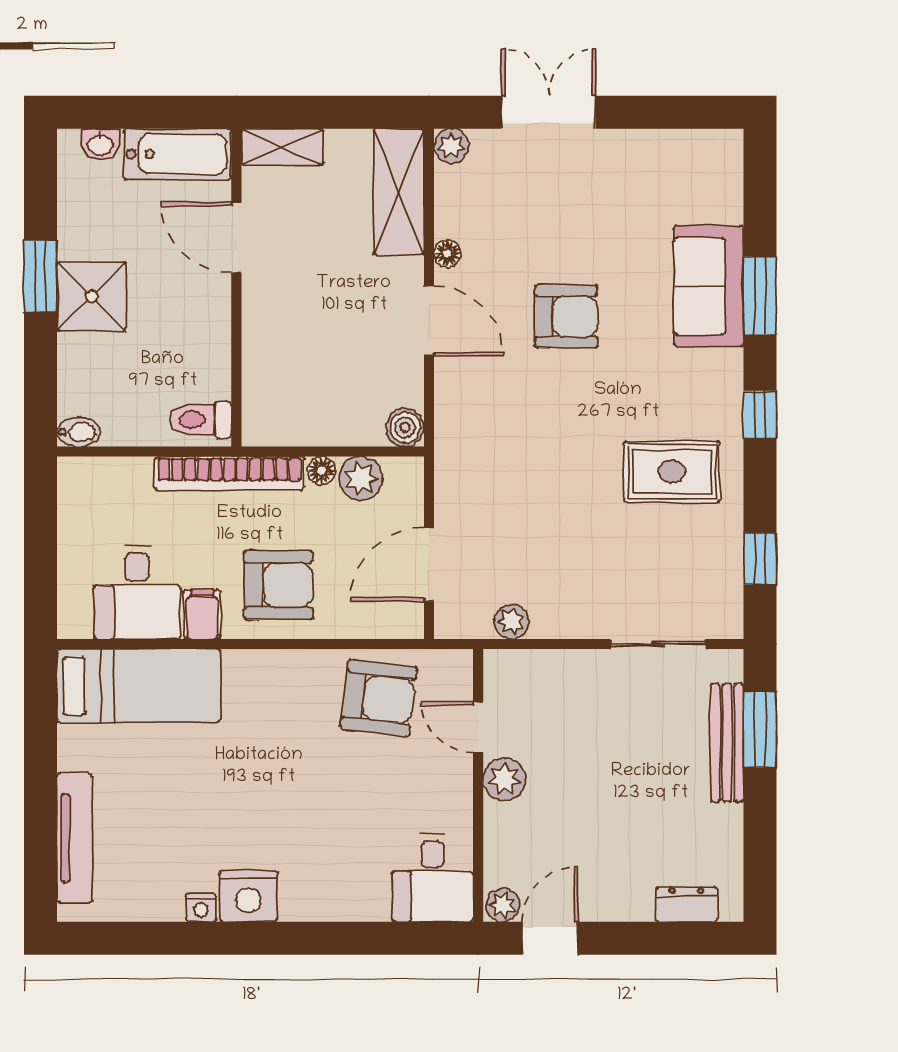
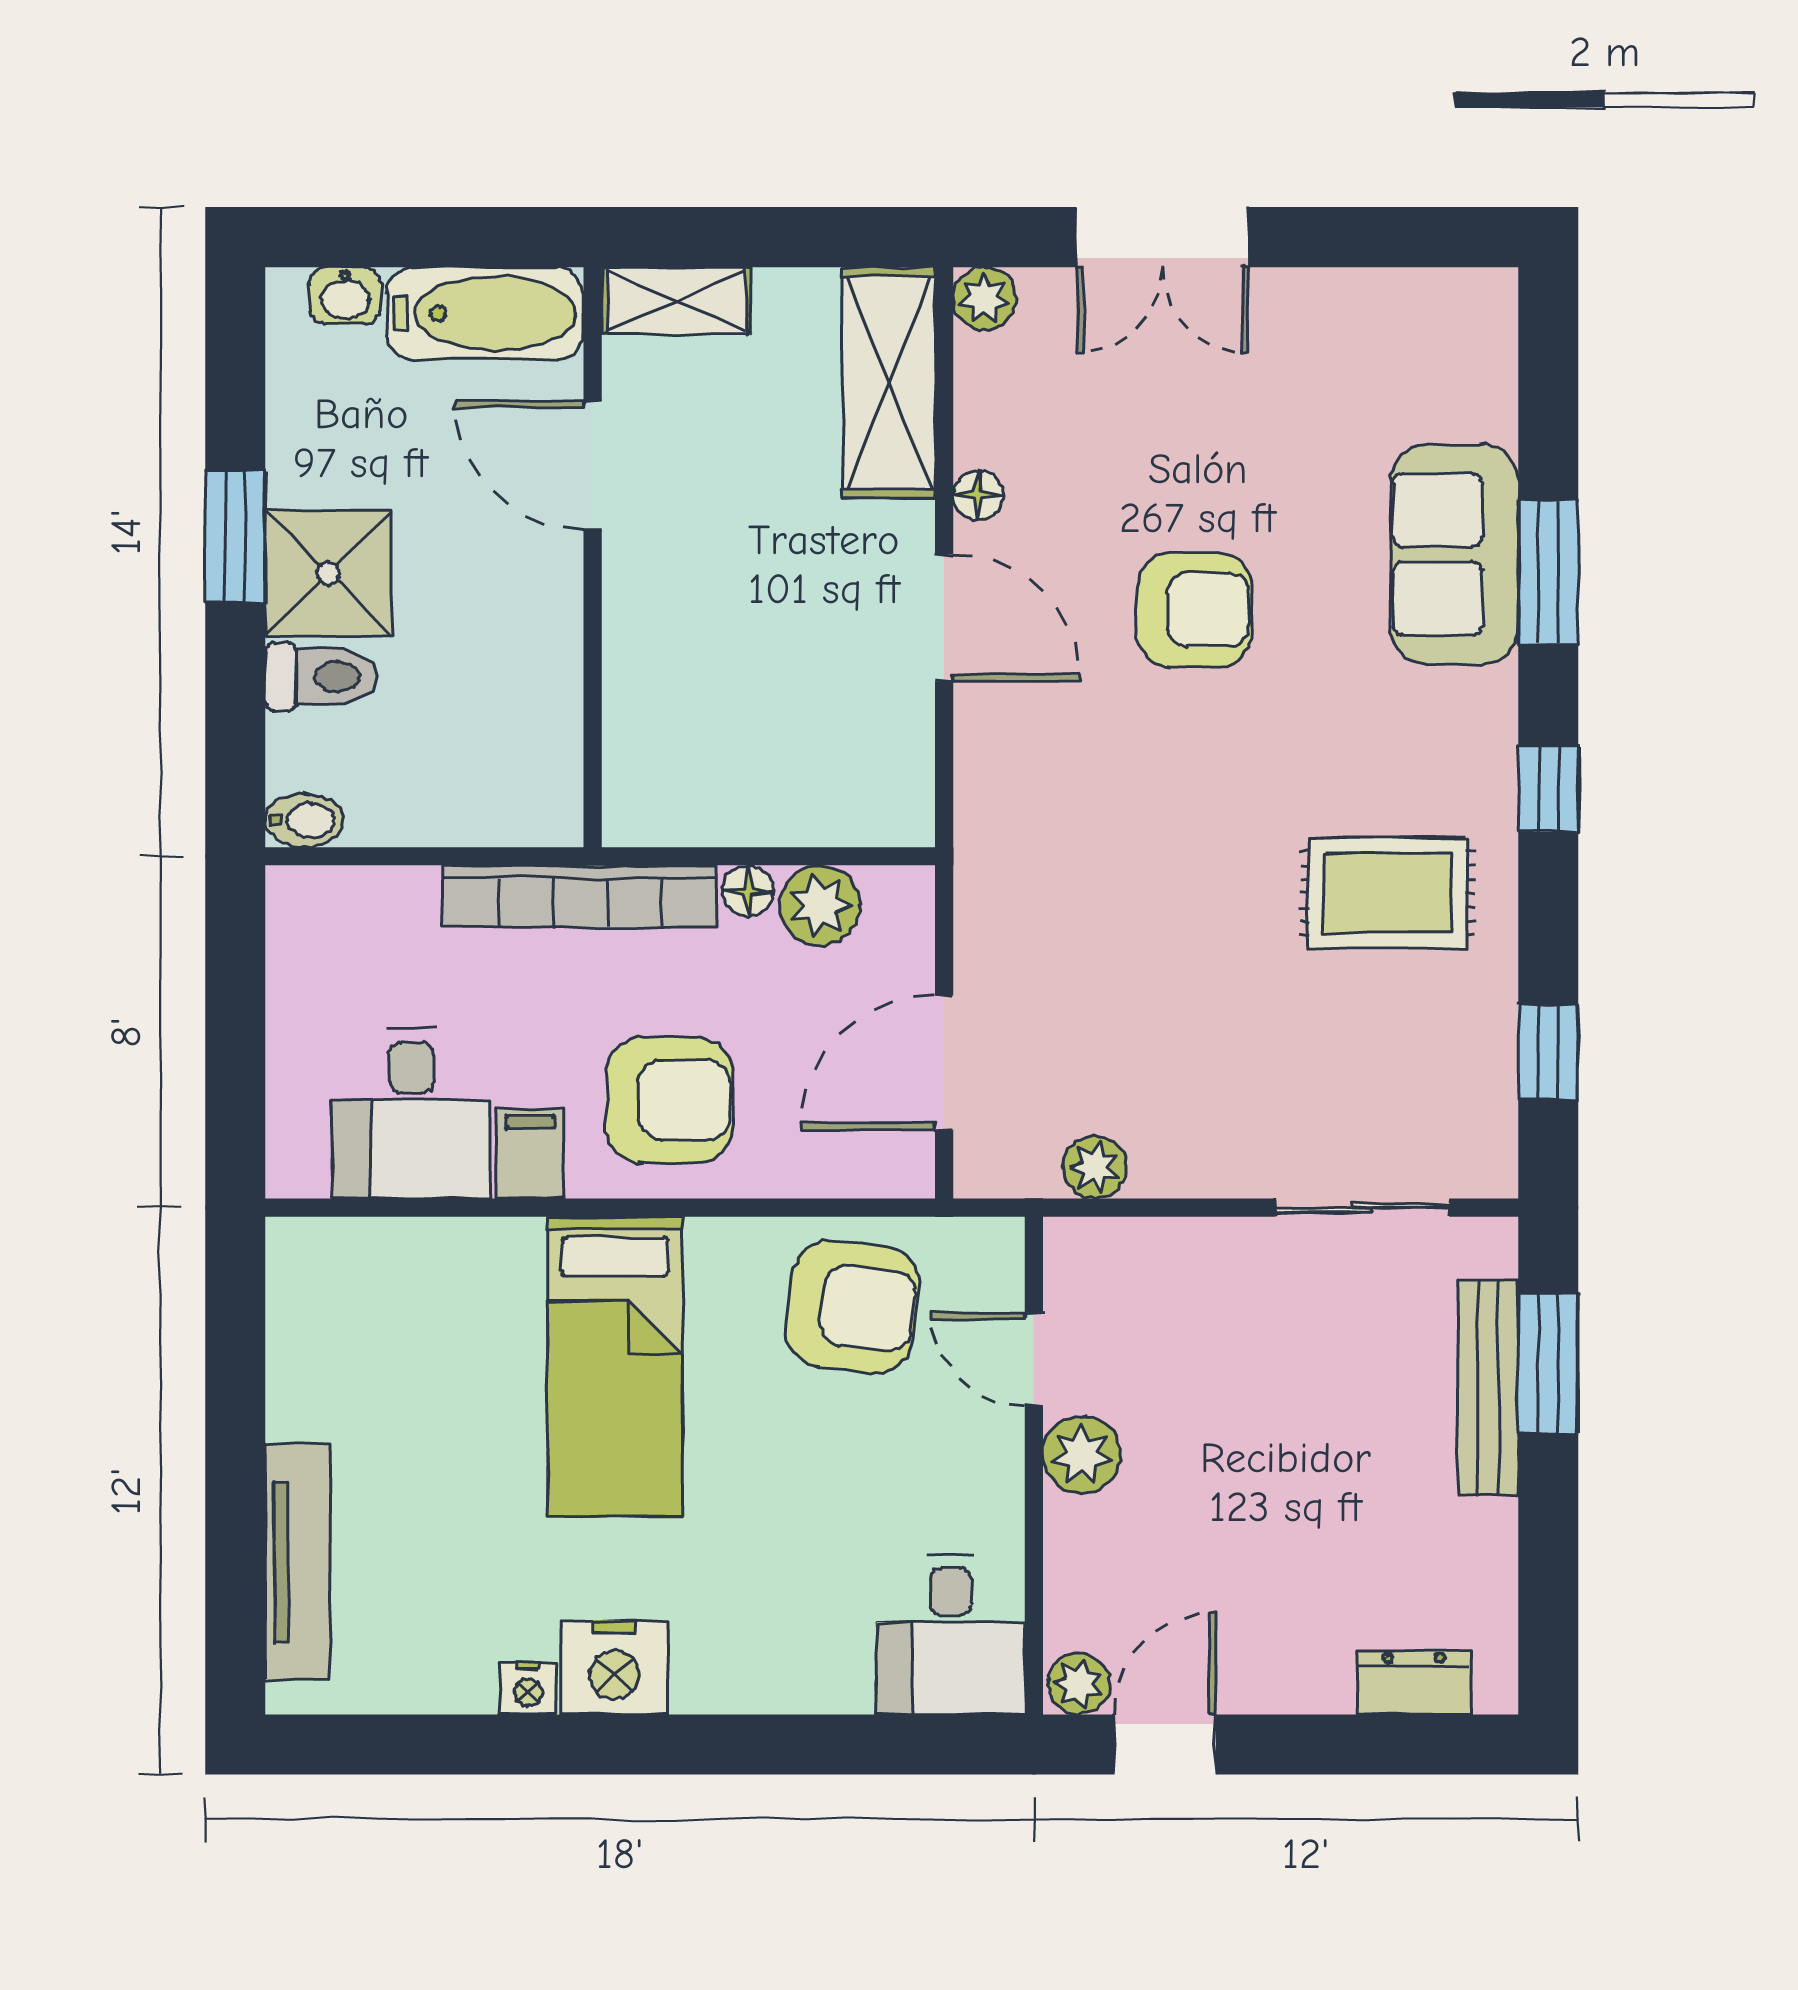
double door: (549, 112) -> (1162, 237), swing flipped
toilet: (201, 420) -> (321, 677), moved, turned 180
boiler: (405, 427) -> (900, 812), removed
bed: (139, 686) -> (615, 1366), moved, turned 90

